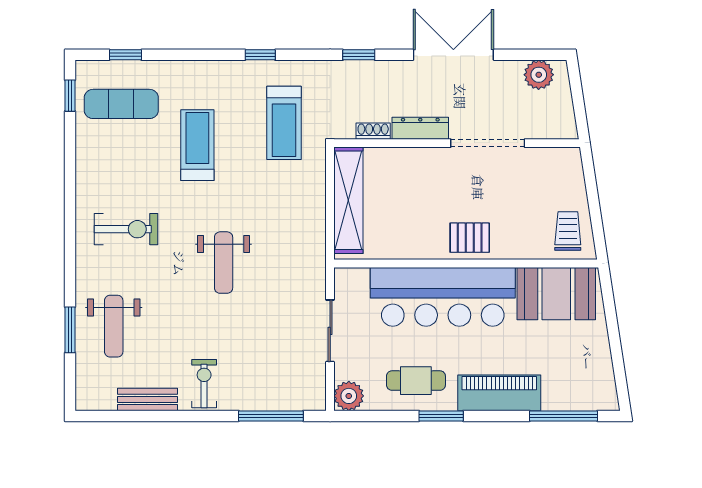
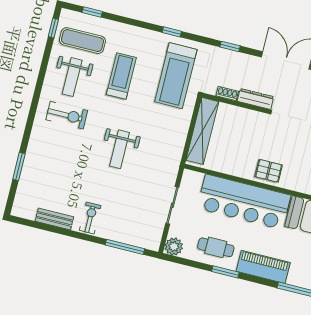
treadmill: (284, 123) -> (176, 76), width x1.37, depth x1.38
weight bench: (114, 326) -> (72, 77), moved

